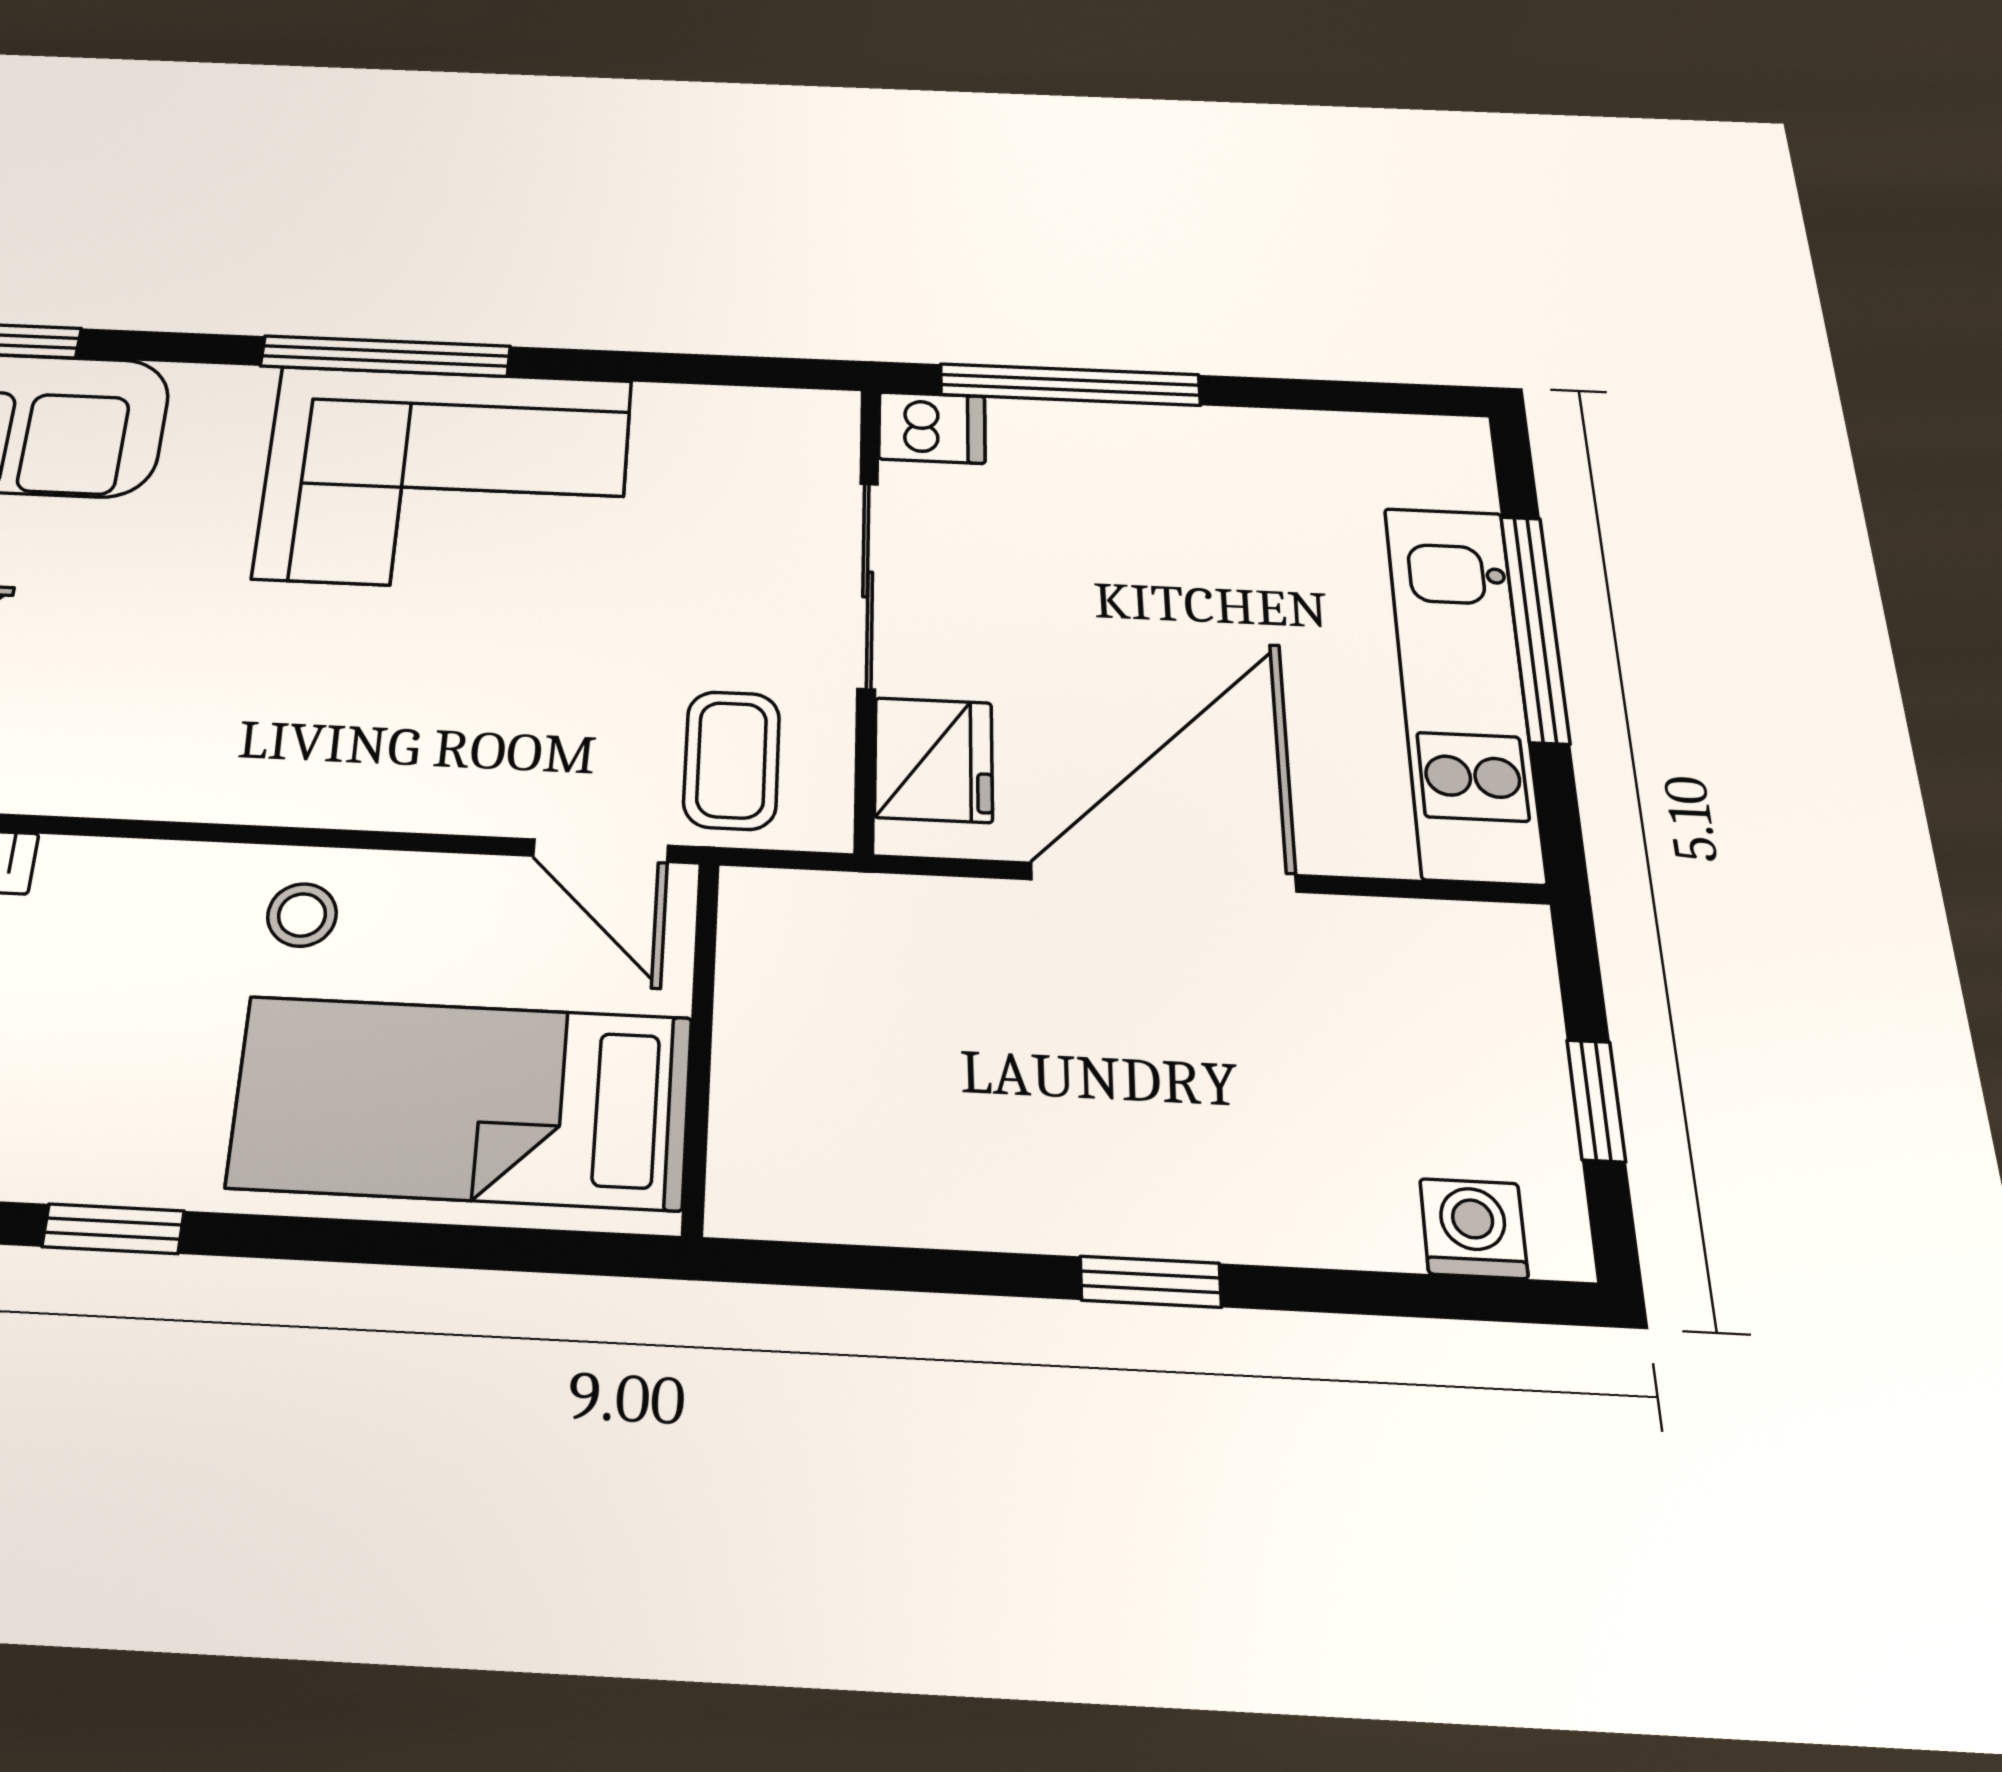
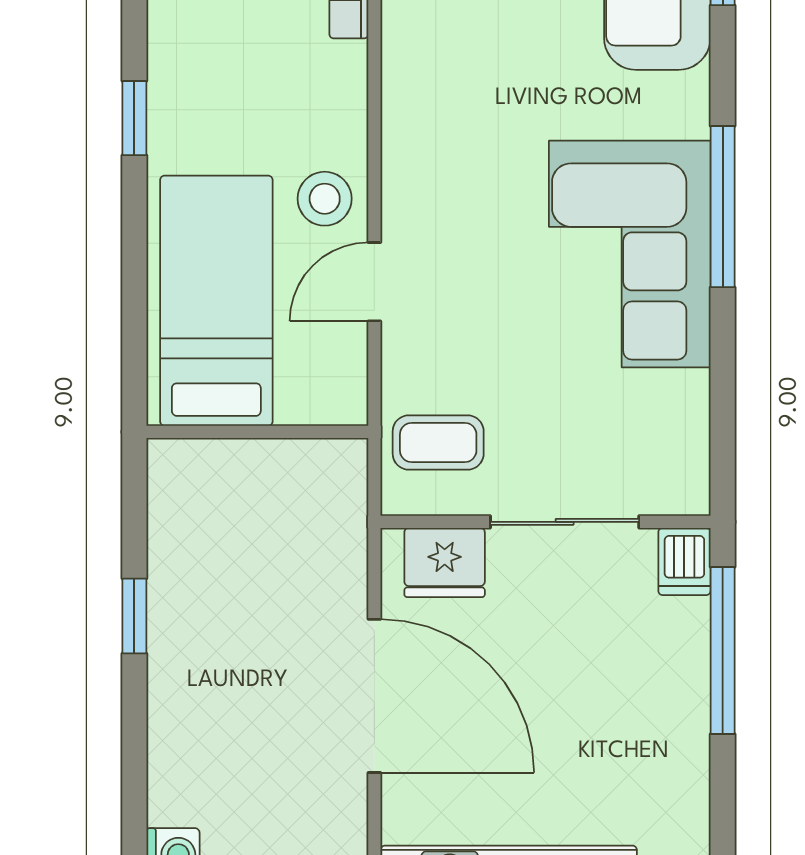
door: (601, 851) -> (374, 282), moved
stool: (302, 915) -> (325, 199), width x1.37, depth x1.37
window: (1150, 1282) -> (134, 616), moved

